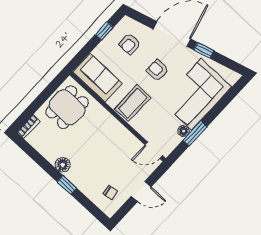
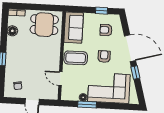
door: (154, 150) -> (60, 79), moved
floor lamp: (63, 165) -> (12, 31), moved

